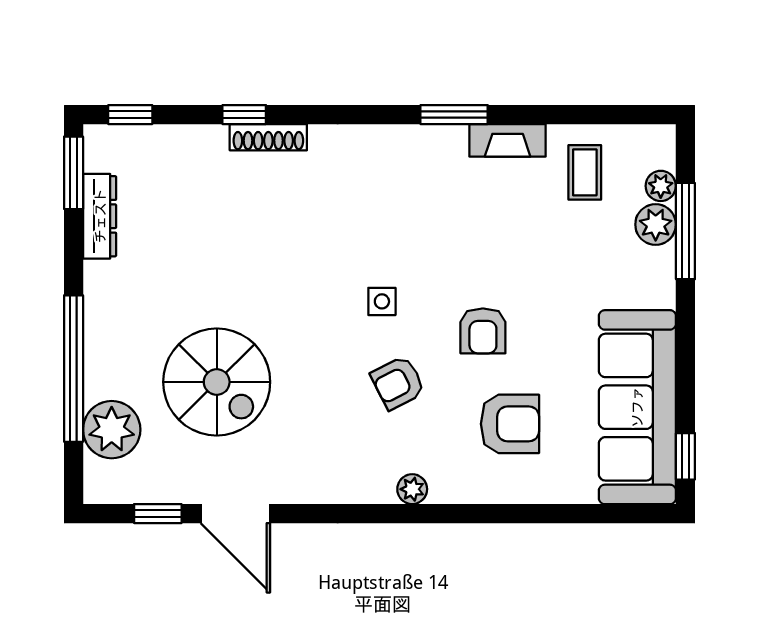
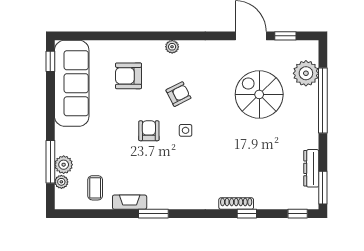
armchair: (483, 331) -> (149, 131), moved

